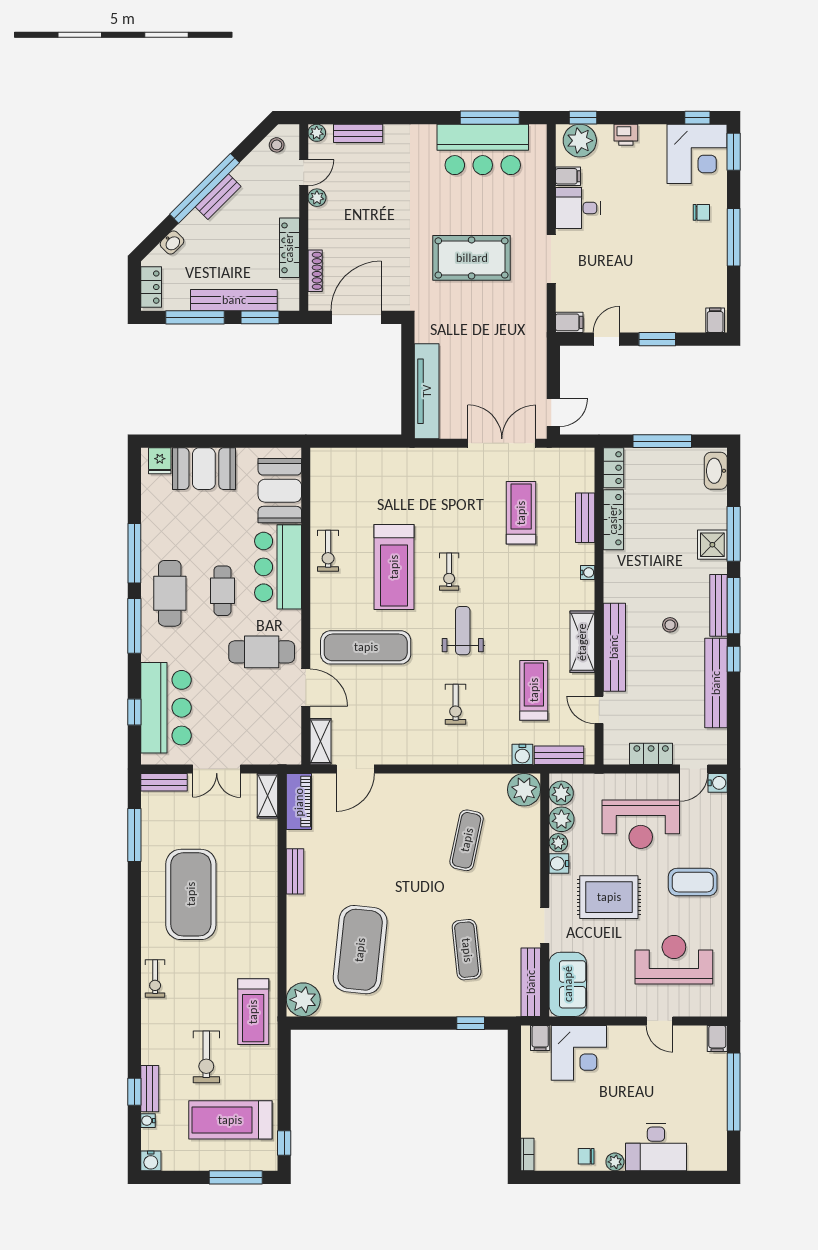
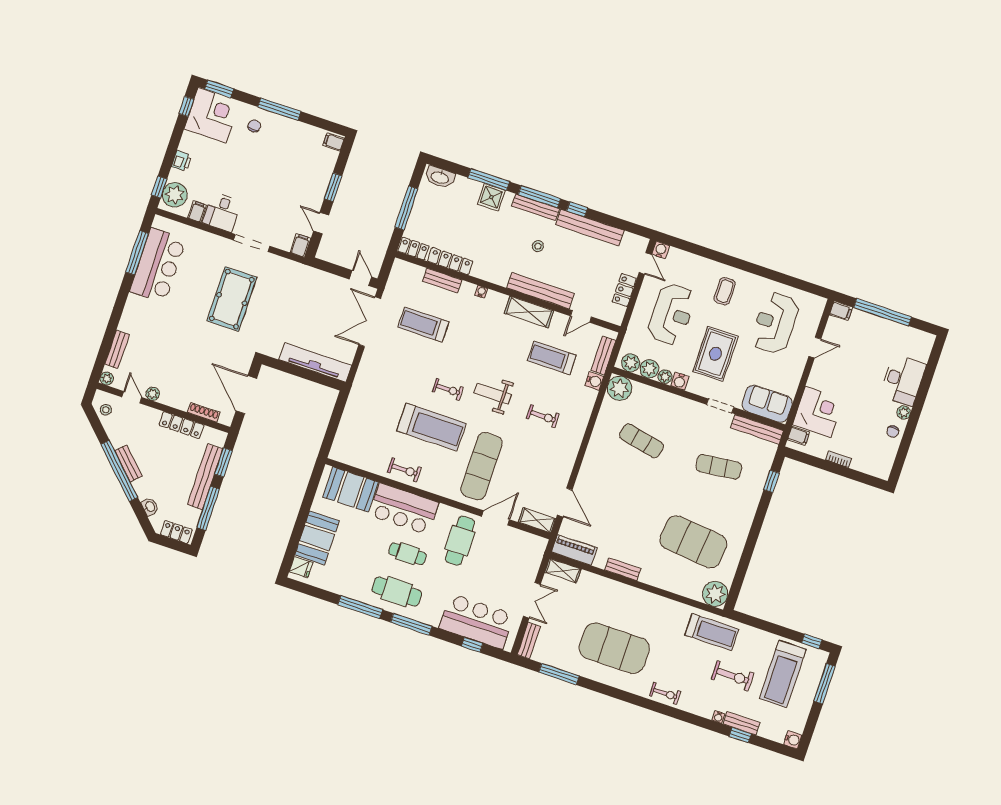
coffee table: (693, 882) -> (725, 291), width x0.73, depth x0.77
water cooler: (148, 1121) -> (718, 717), moved
bookcase: (527, 1154) -> (839, 459), moved

